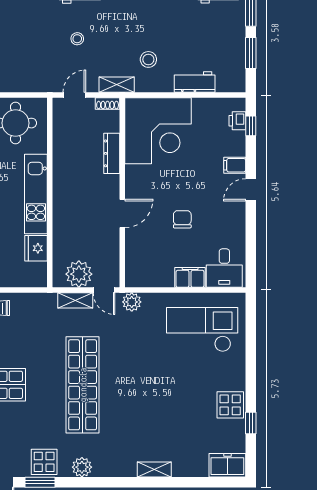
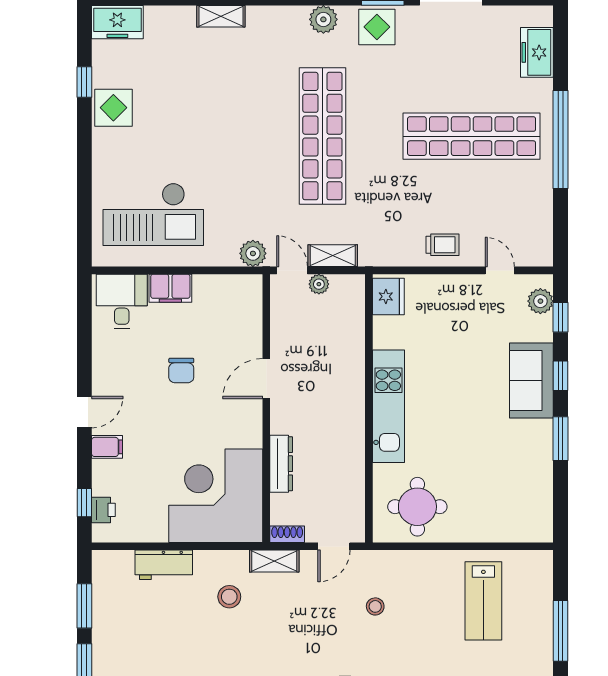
stool: (77, 39) -> (375, 606), moved
fridge: (36, 248) -> (388, 296), moved
plant: (79, 274) -> (319, 284), width x0.53, depth x0.53

